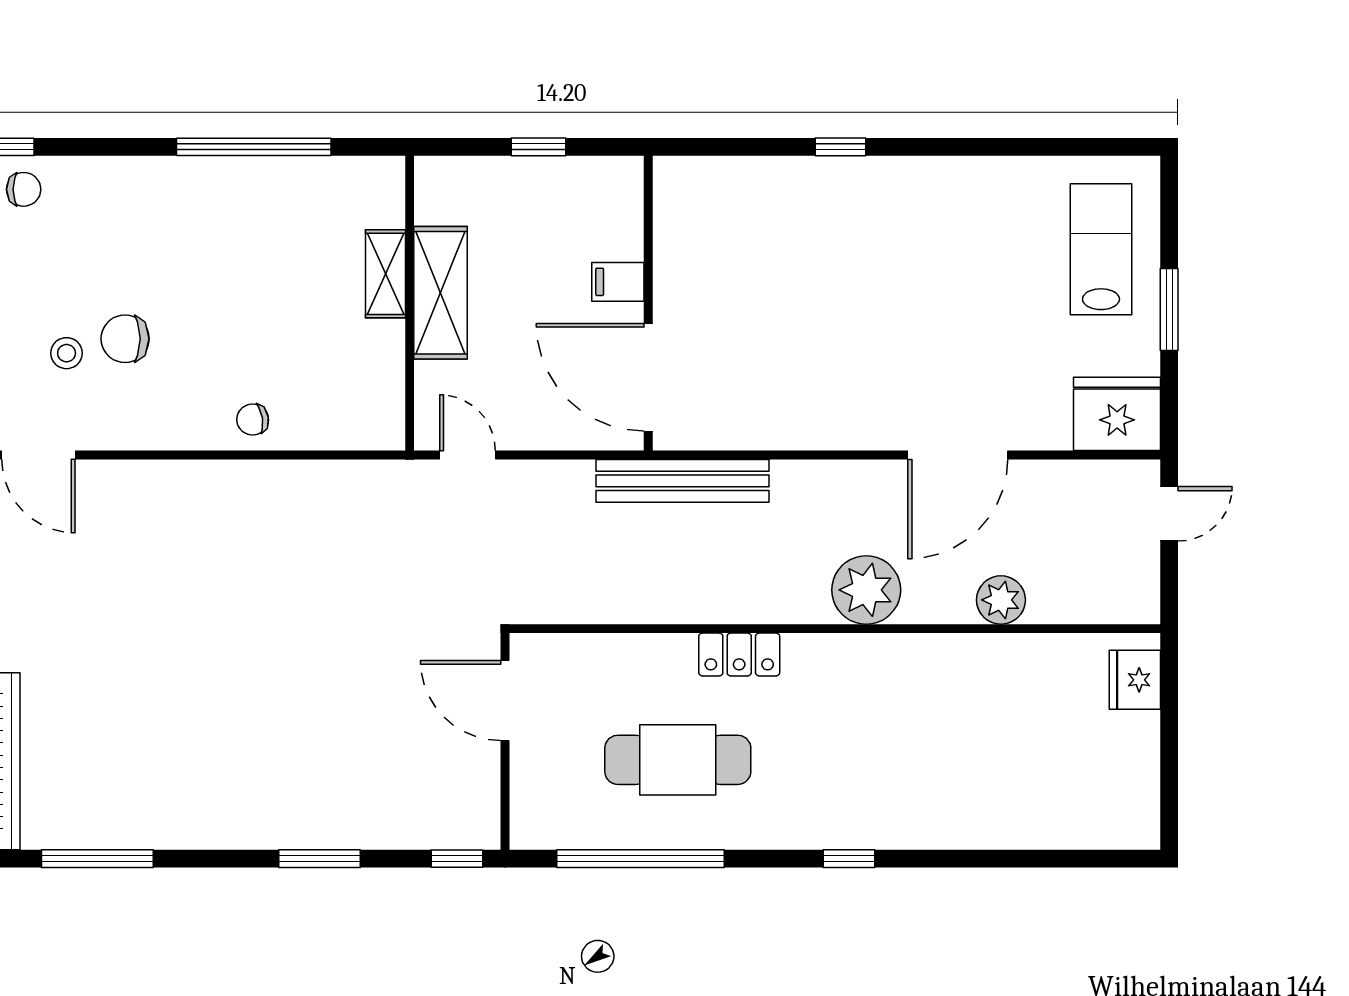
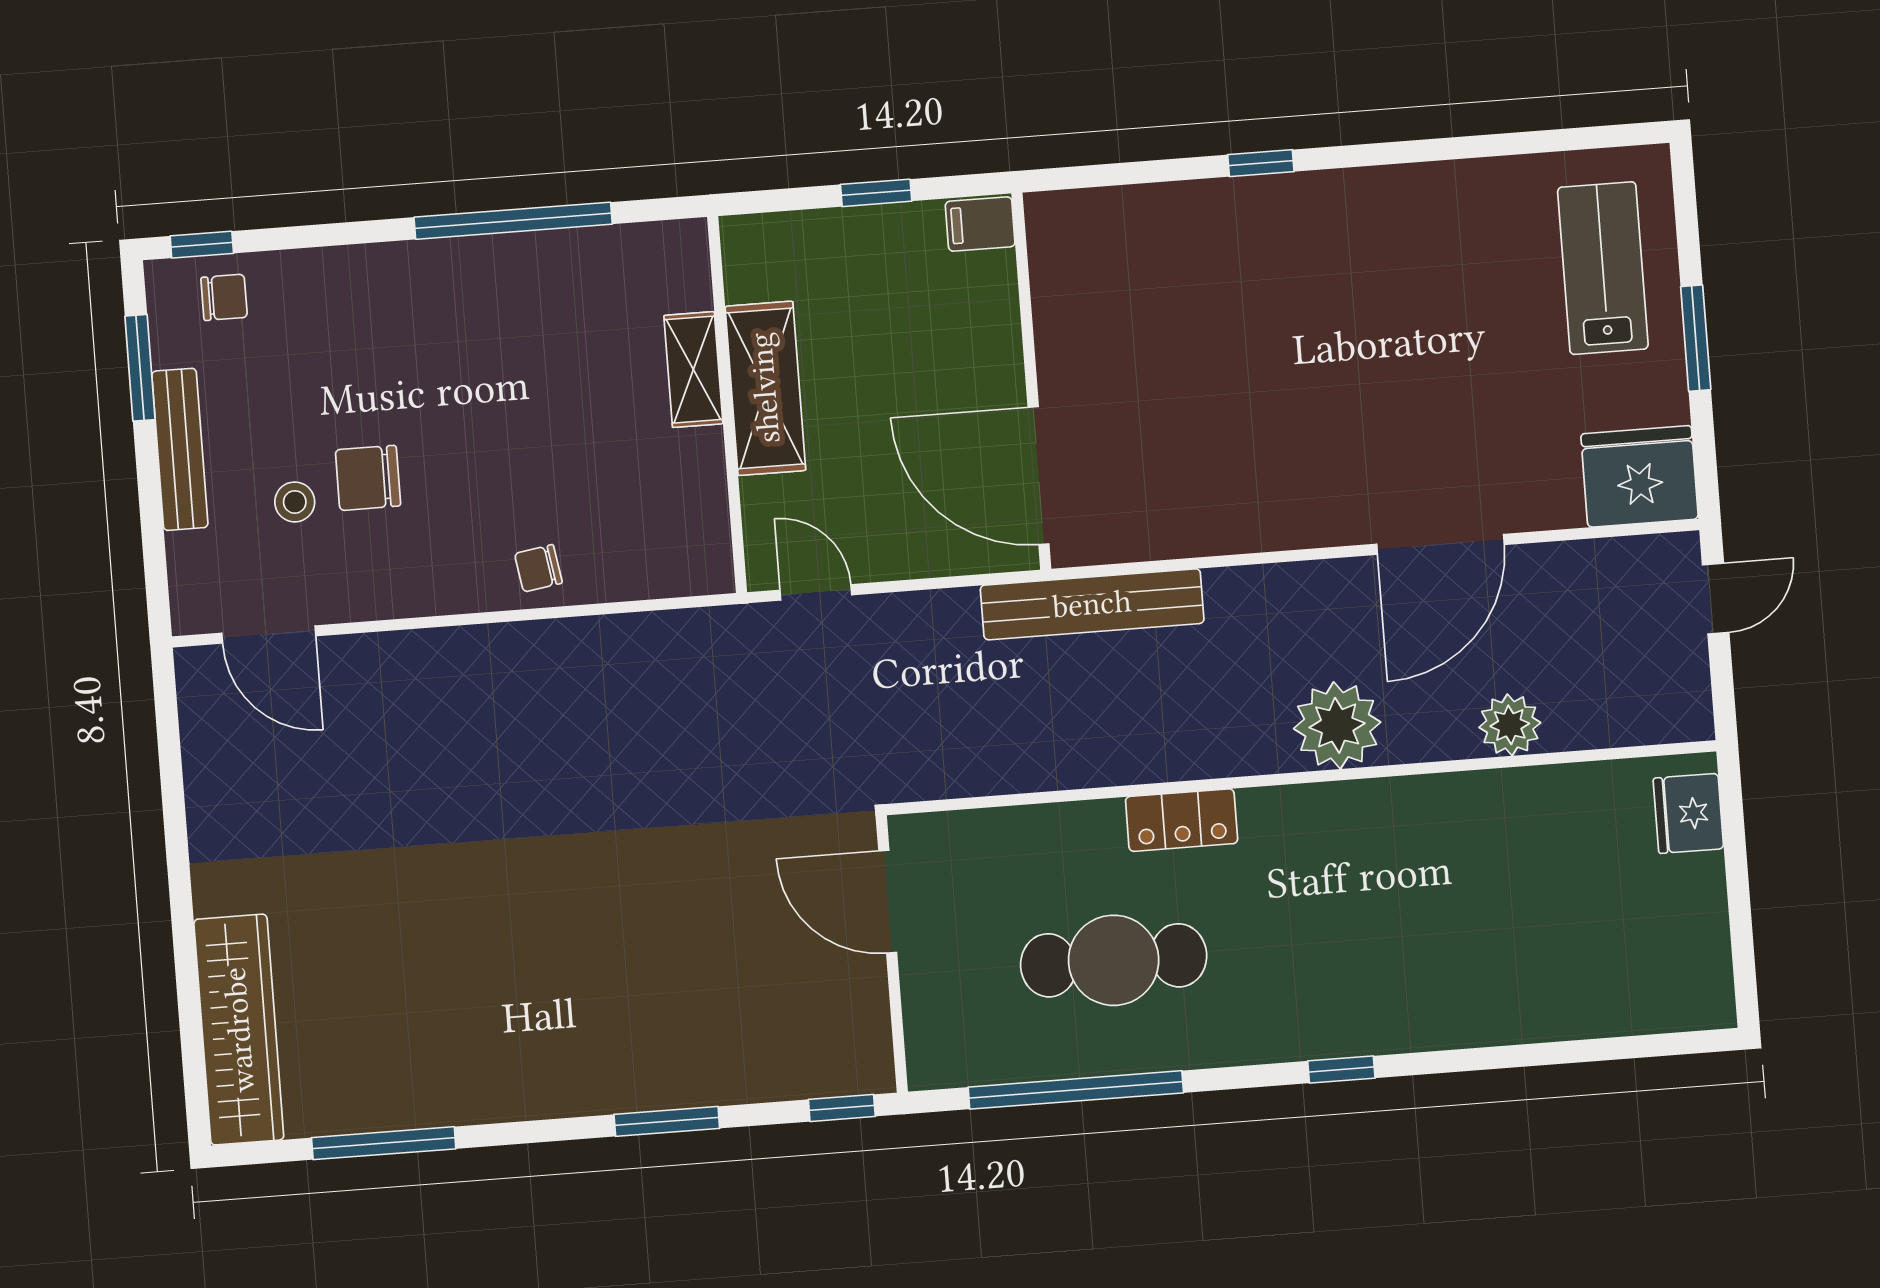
filing cabinet: (618, 282) -> (980, 224), moved

